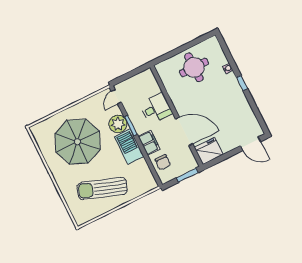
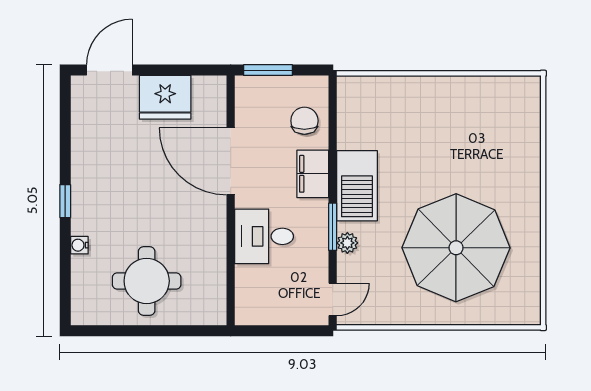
plant: (118, 124) -> (347, 243), width x0.53, depth x0.53
door: (250, 144) -> (109, 70), hinge flipped
fridge: (209, 151) -> (165, 97), moved
sun lounger: (102, 188) -> (453, 129), removed

